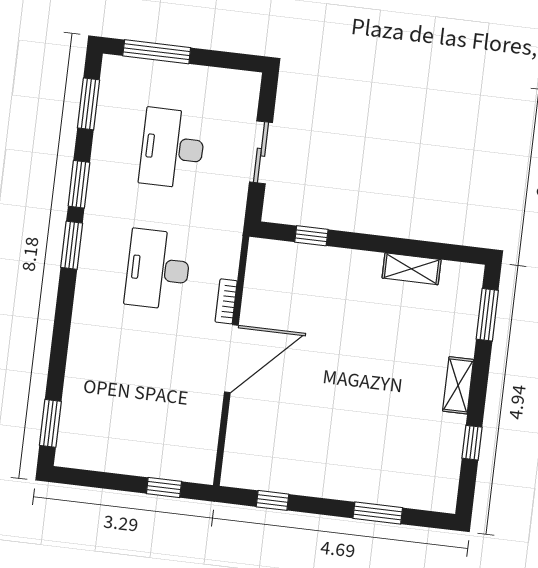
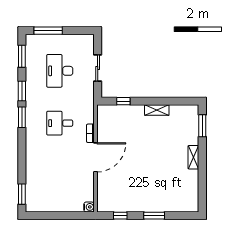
desk: (158, 269) -> (60, 123), width x0.73
shelving: (412, 269) -> (157, 110), moved
window: (472, 443) -> (202, 181), removed
water cooler: (202, 472) -> (89, 207), added
window: (164, 488) -> (73, 216), removed
window: (378, 513) -> (154, 216), moved

